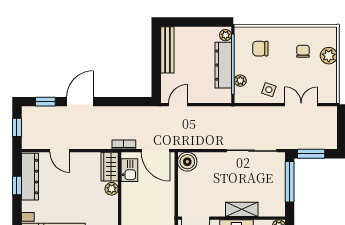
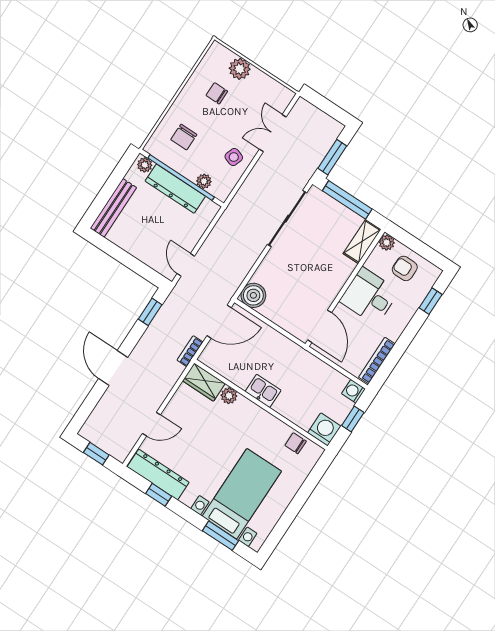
bench: (167, 50) -> (113, 208), moved, turned 90
window: (45, 102) -> (150, 312), moved
kitchen sink: (129, 170) -> (263, 391), moved
shelving: (242, 209) -> (362, 242), moved

